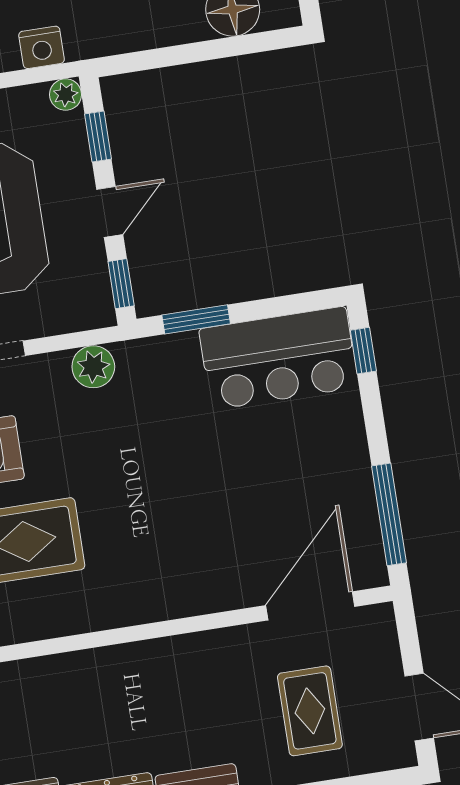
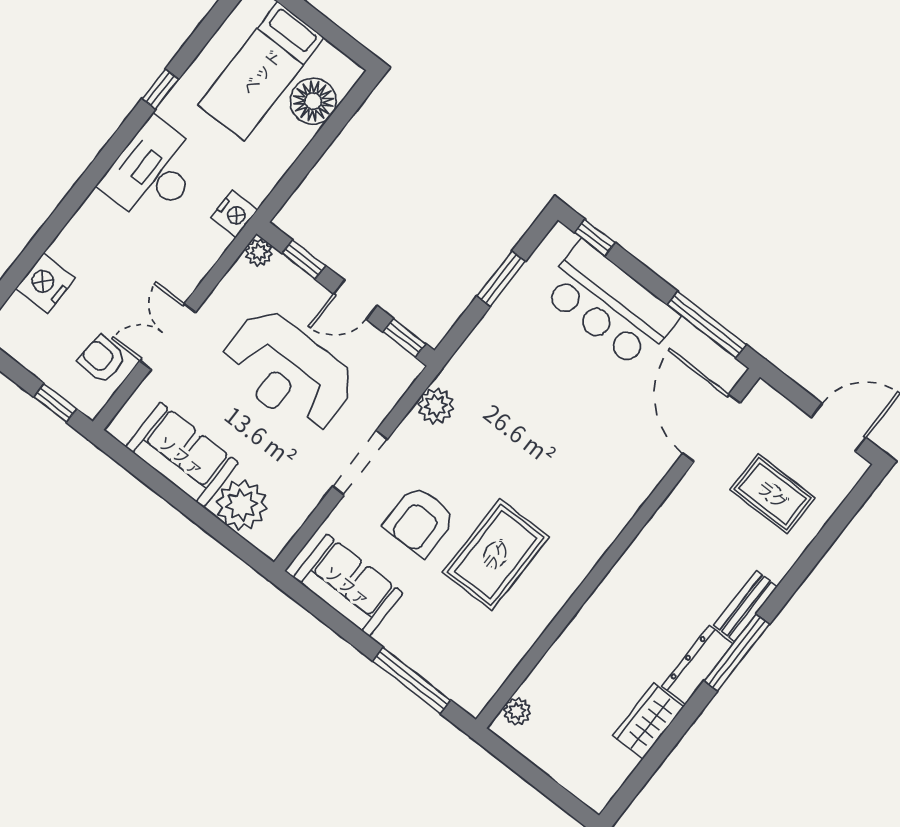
nightstand: (42, 47) -> (234, 214), moved
door: (110, 212) -> (355, 300), swing flipped
window: (196, 319) -> (501, 279), moved
bar counter: (278, 358) -> (610, 305), moved, turned 90

